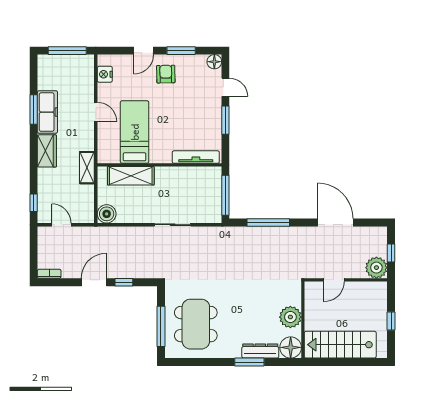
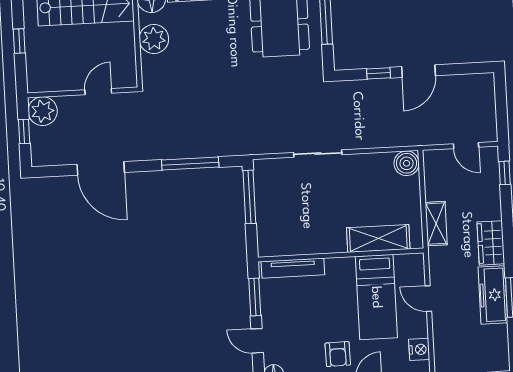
bed: (135, 132) -> (376, 297), moved
tv unit: (196, 157) -> (293, 268), moved
wall: (159, 165) -> (341, 255), moved
shelving: (131, 176) -> (378, 238), moved
bookcase: (49, 274) -> (479, 79), removed

